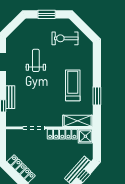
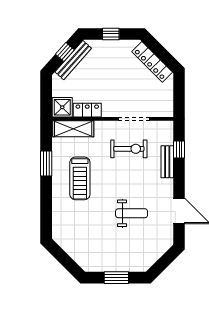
exercise bike: (65, 38) -> (129, 149), moved
weight bench: (36, 60) -> (132, 213), turned -90
locker: (62, 134) -> (87, 110), width x0.66

